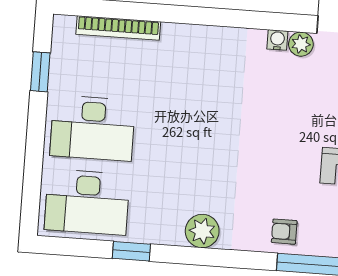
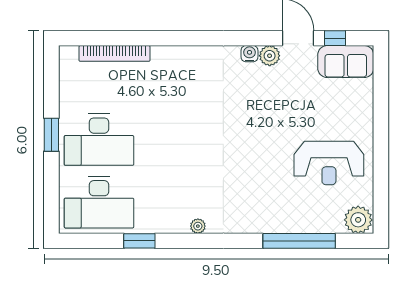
window: (40, 72) -> (51, 135), moved
plant: (202, 231) -> (198, 226), width x0.53, depth x0.53
armchair: (284, 232) -> (267, 215), removed

